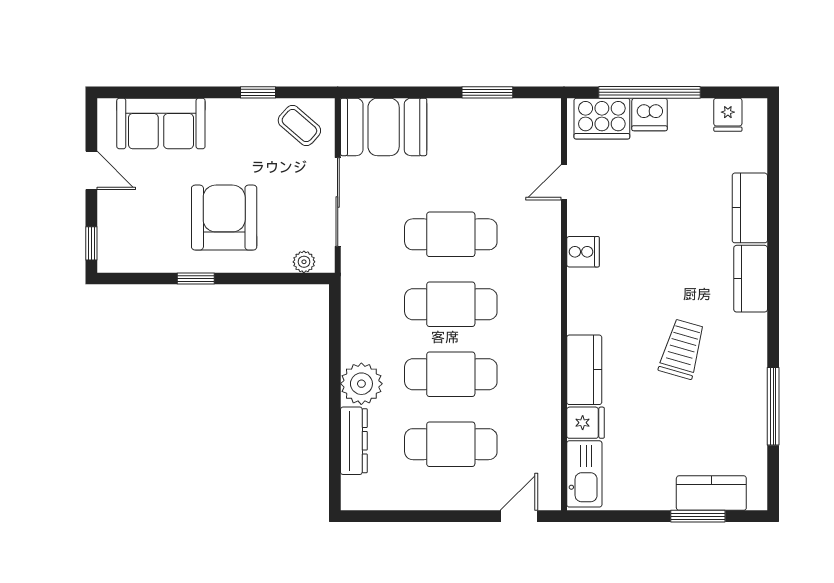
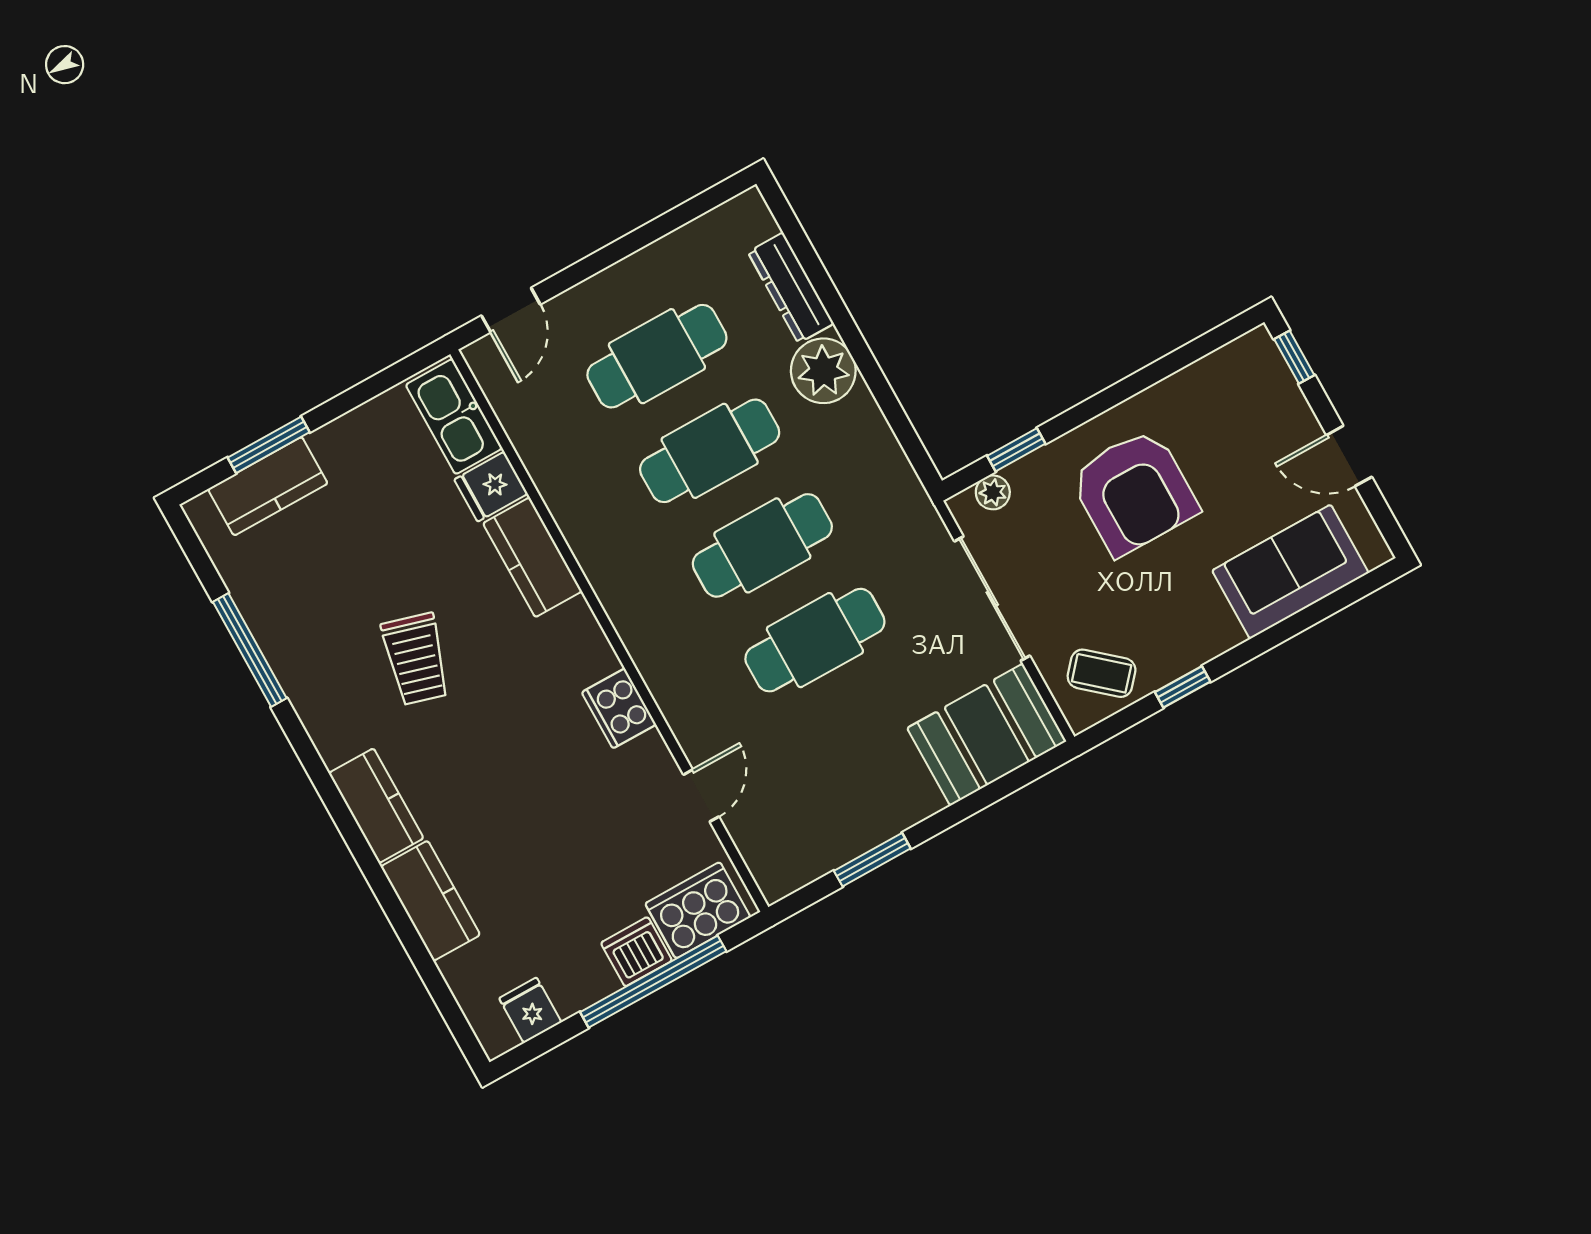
cooker: (583, 252) -> (619, 708), width x1.36
window: (196, 278) -> (1016, 450), moved

